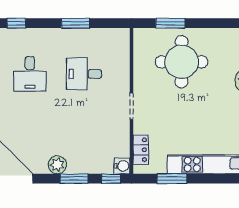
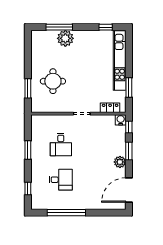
round table: (182, 62) -> (53, 81), width x0.73, depth x0.73

